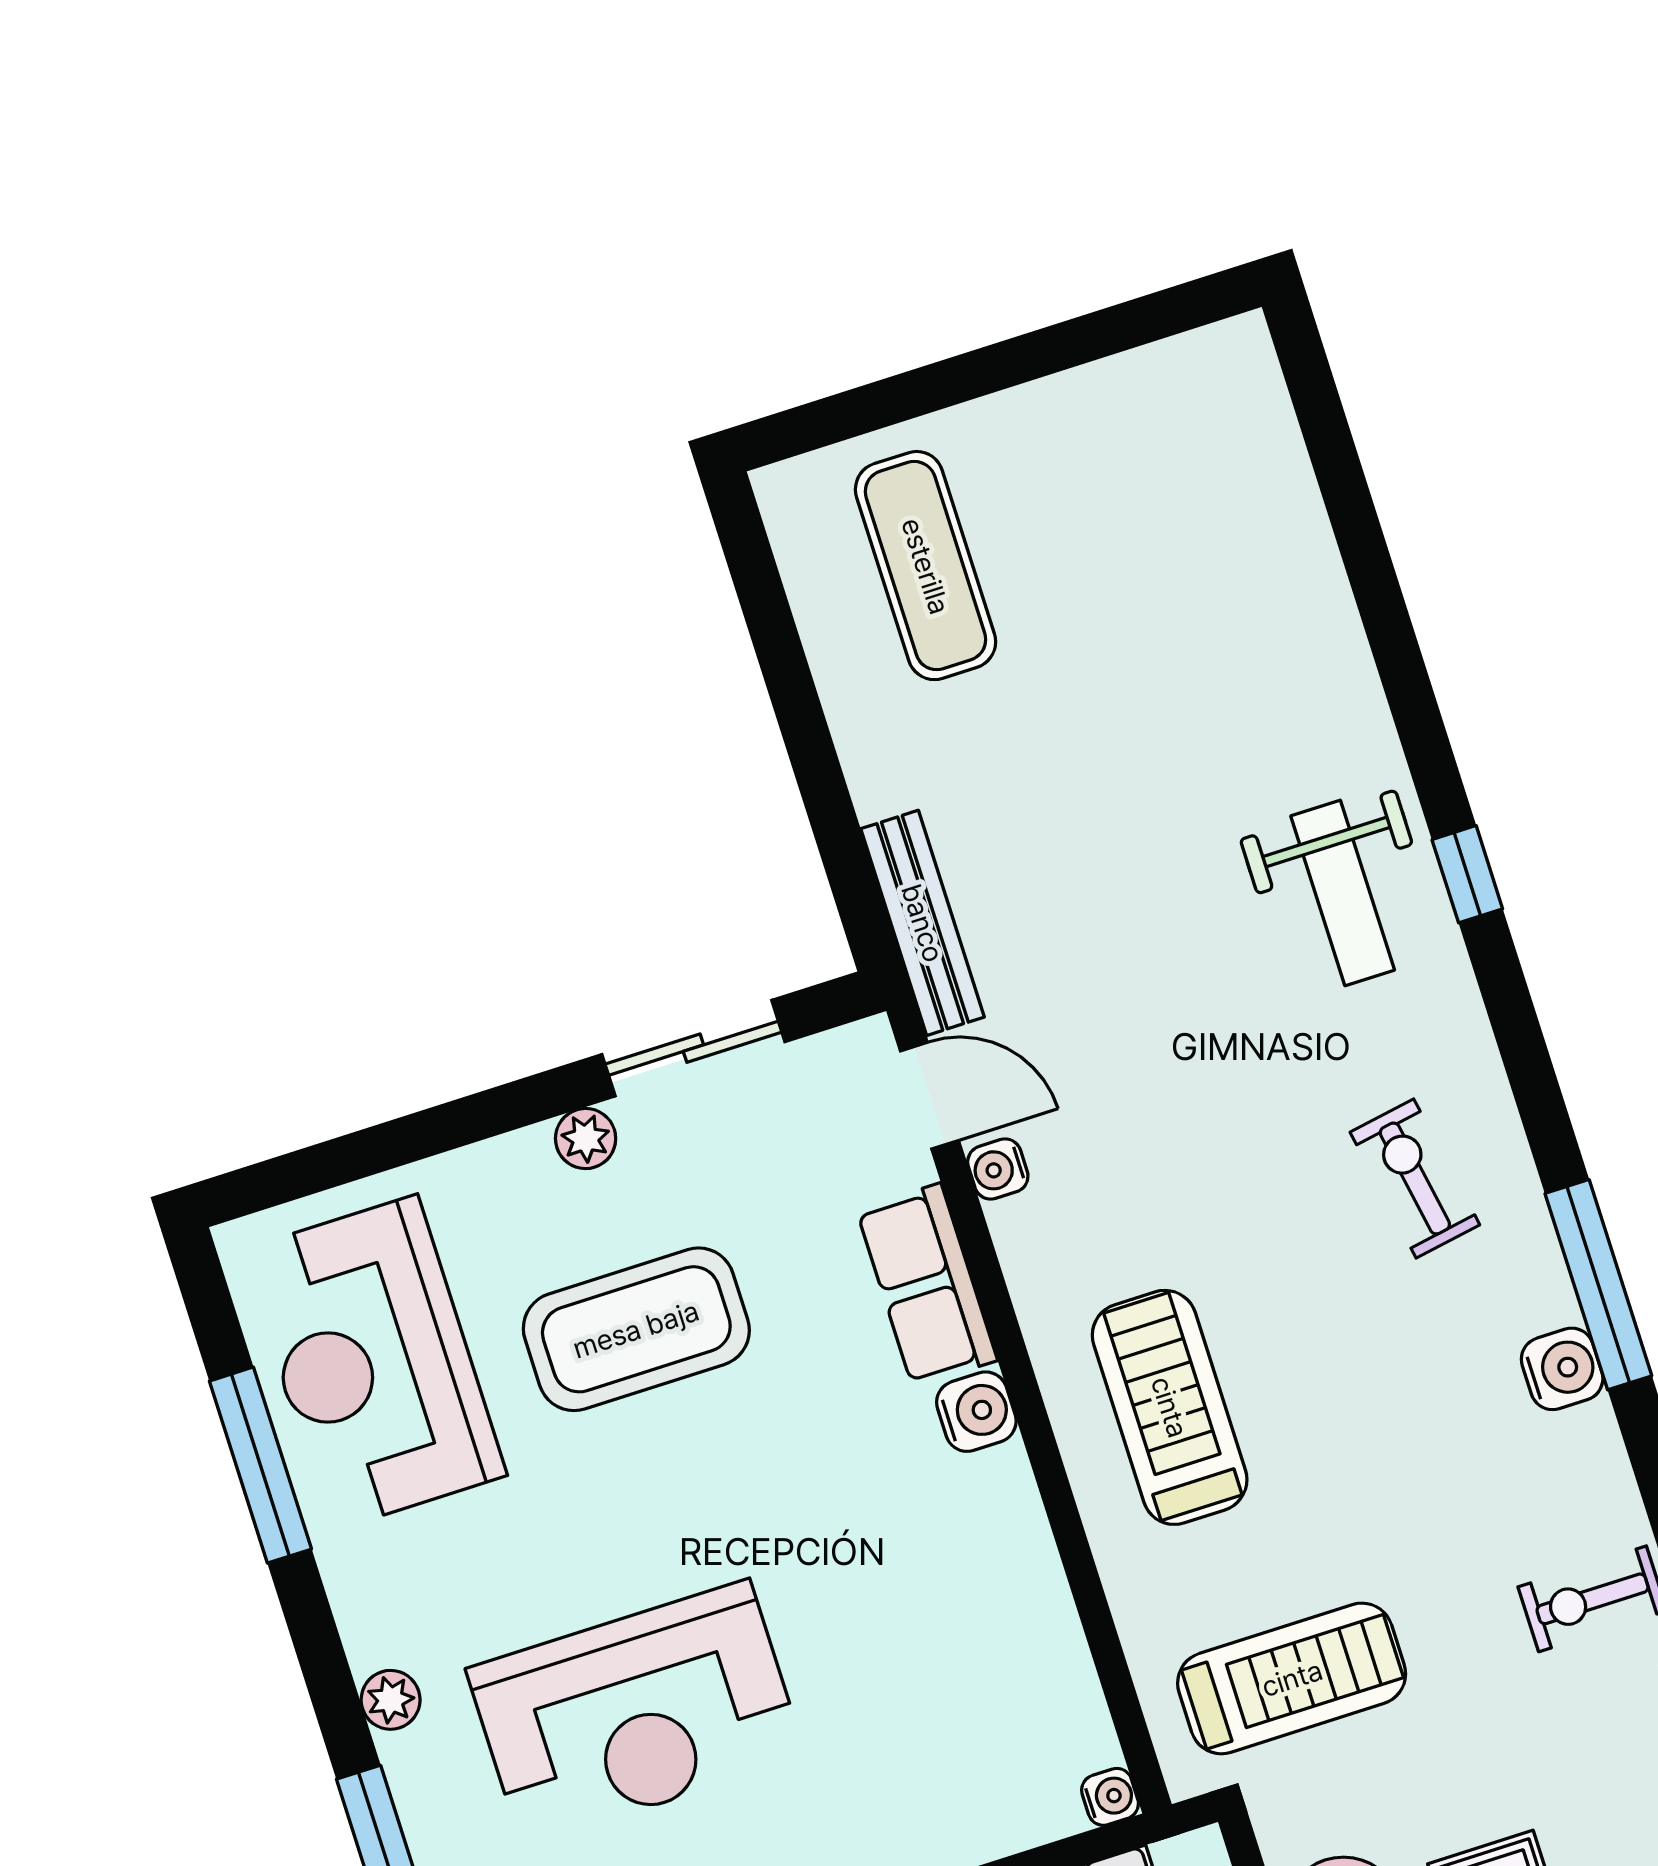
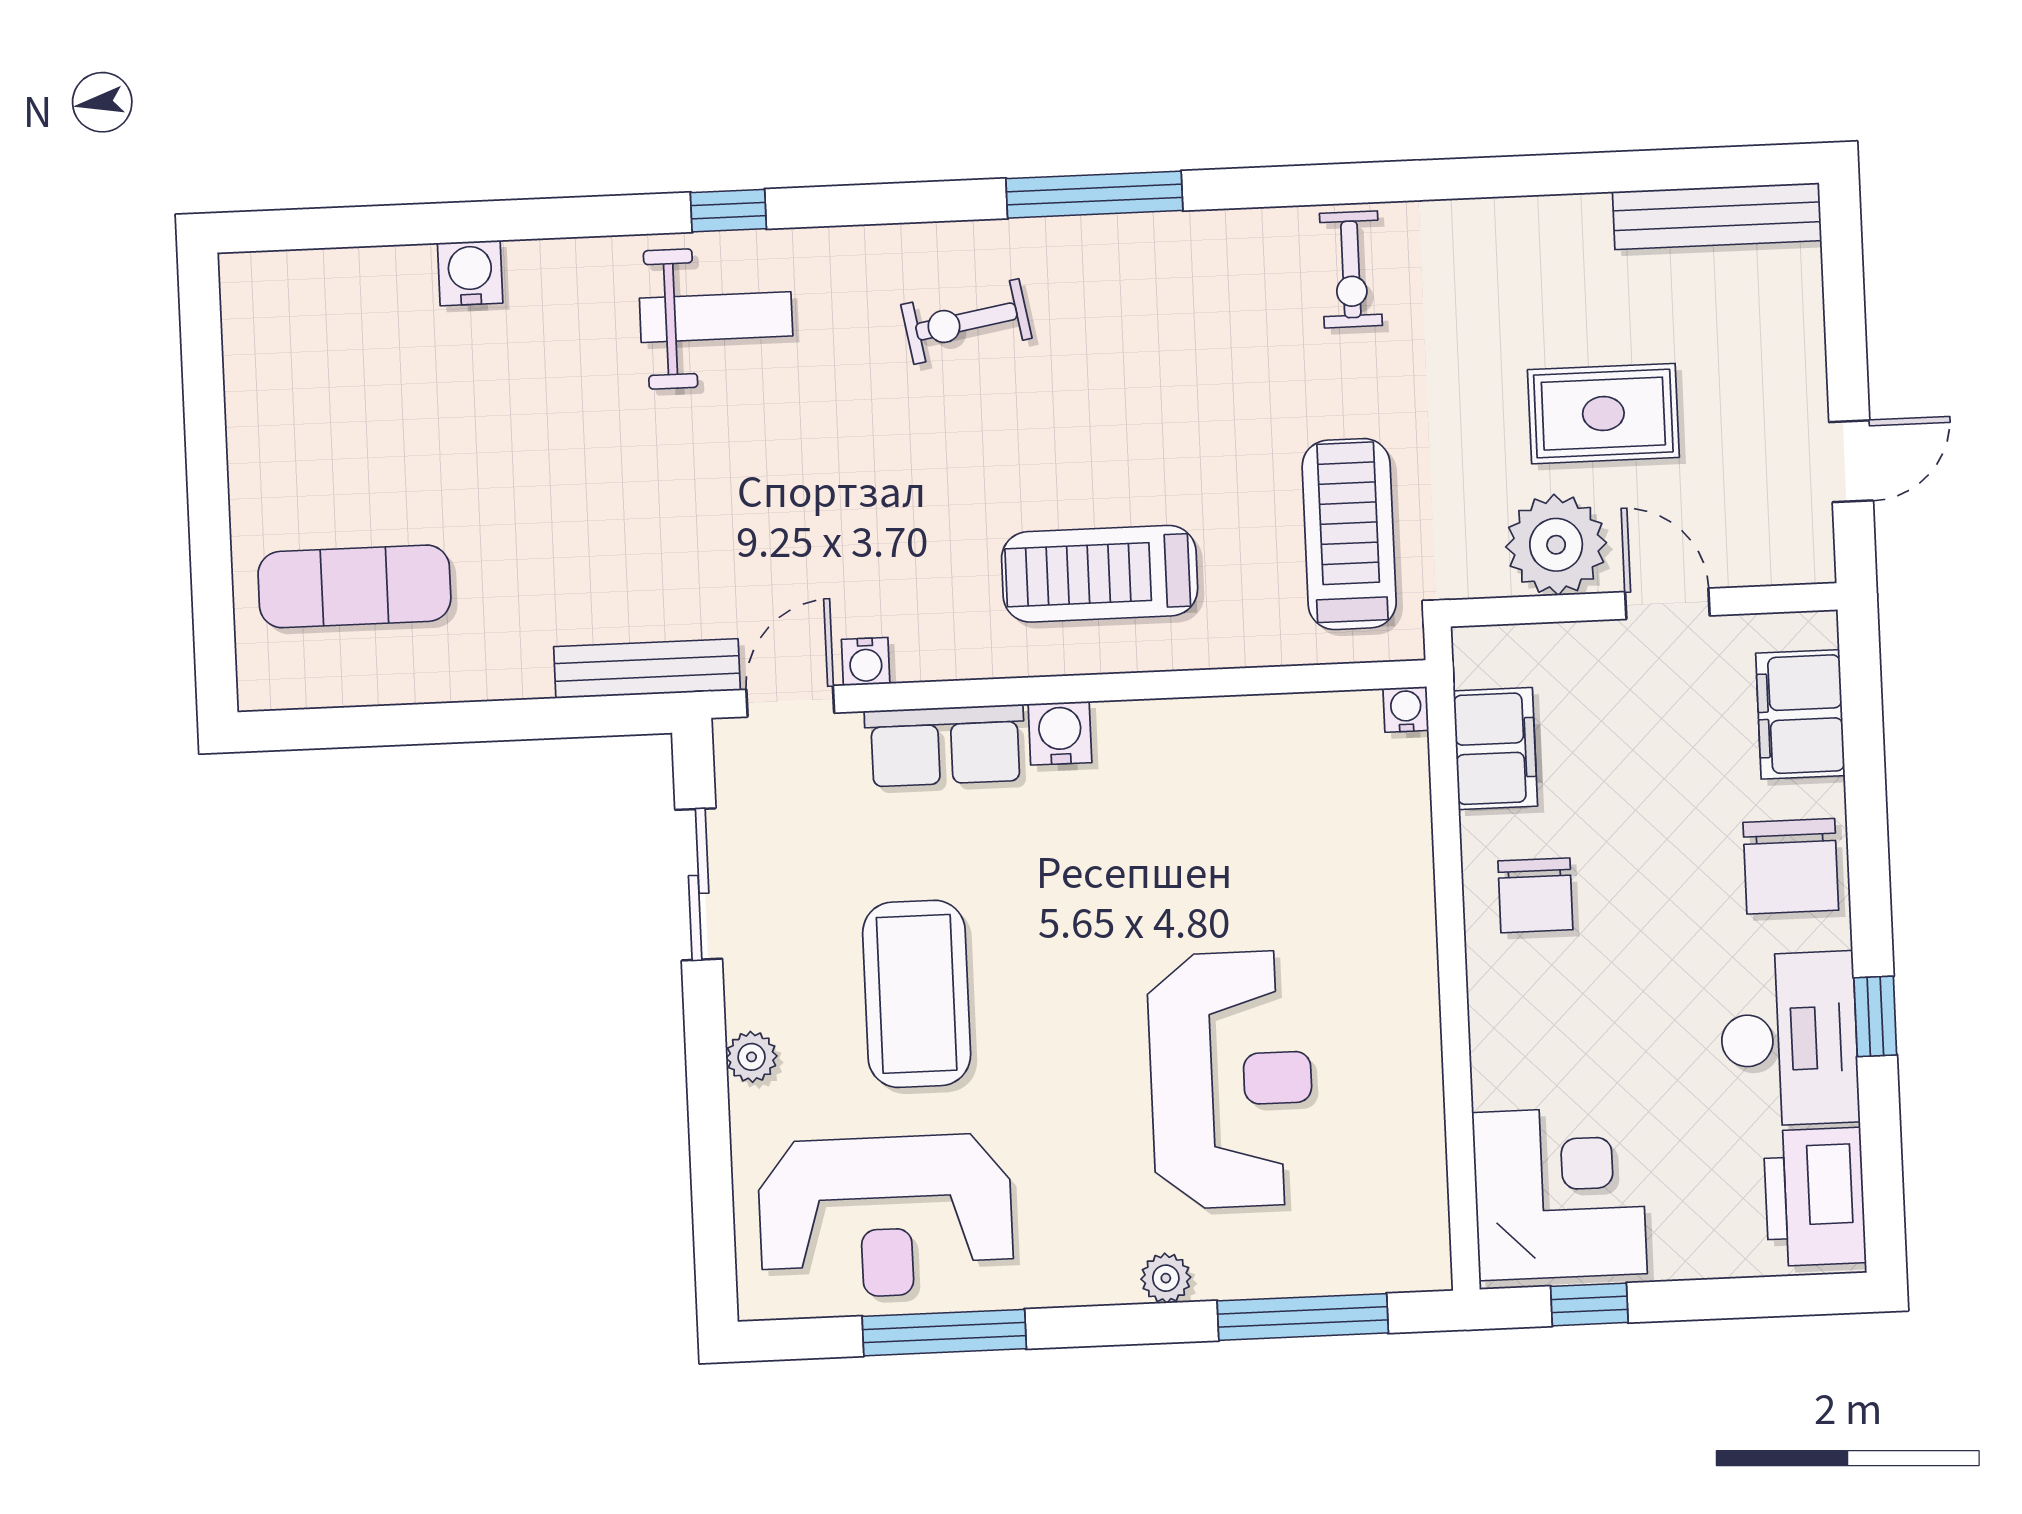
plant: (586, 1139) -> (752, 1057), moved
water cooler: (1562, 1369) -> (470, 273), moved

